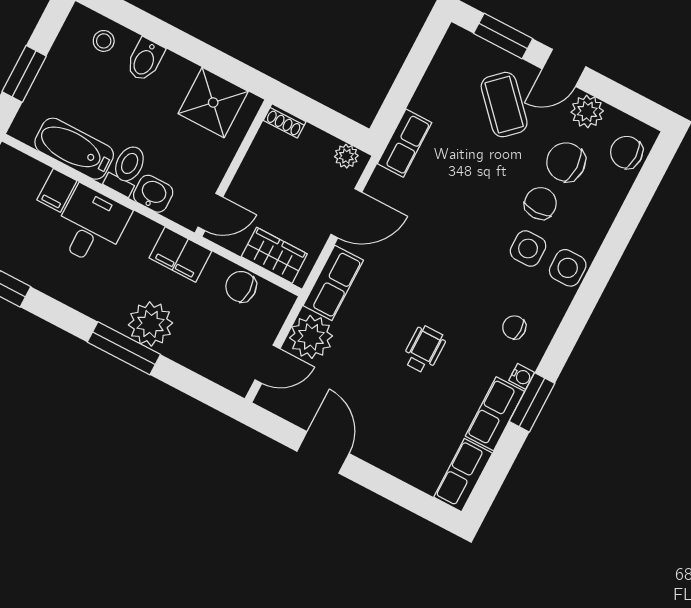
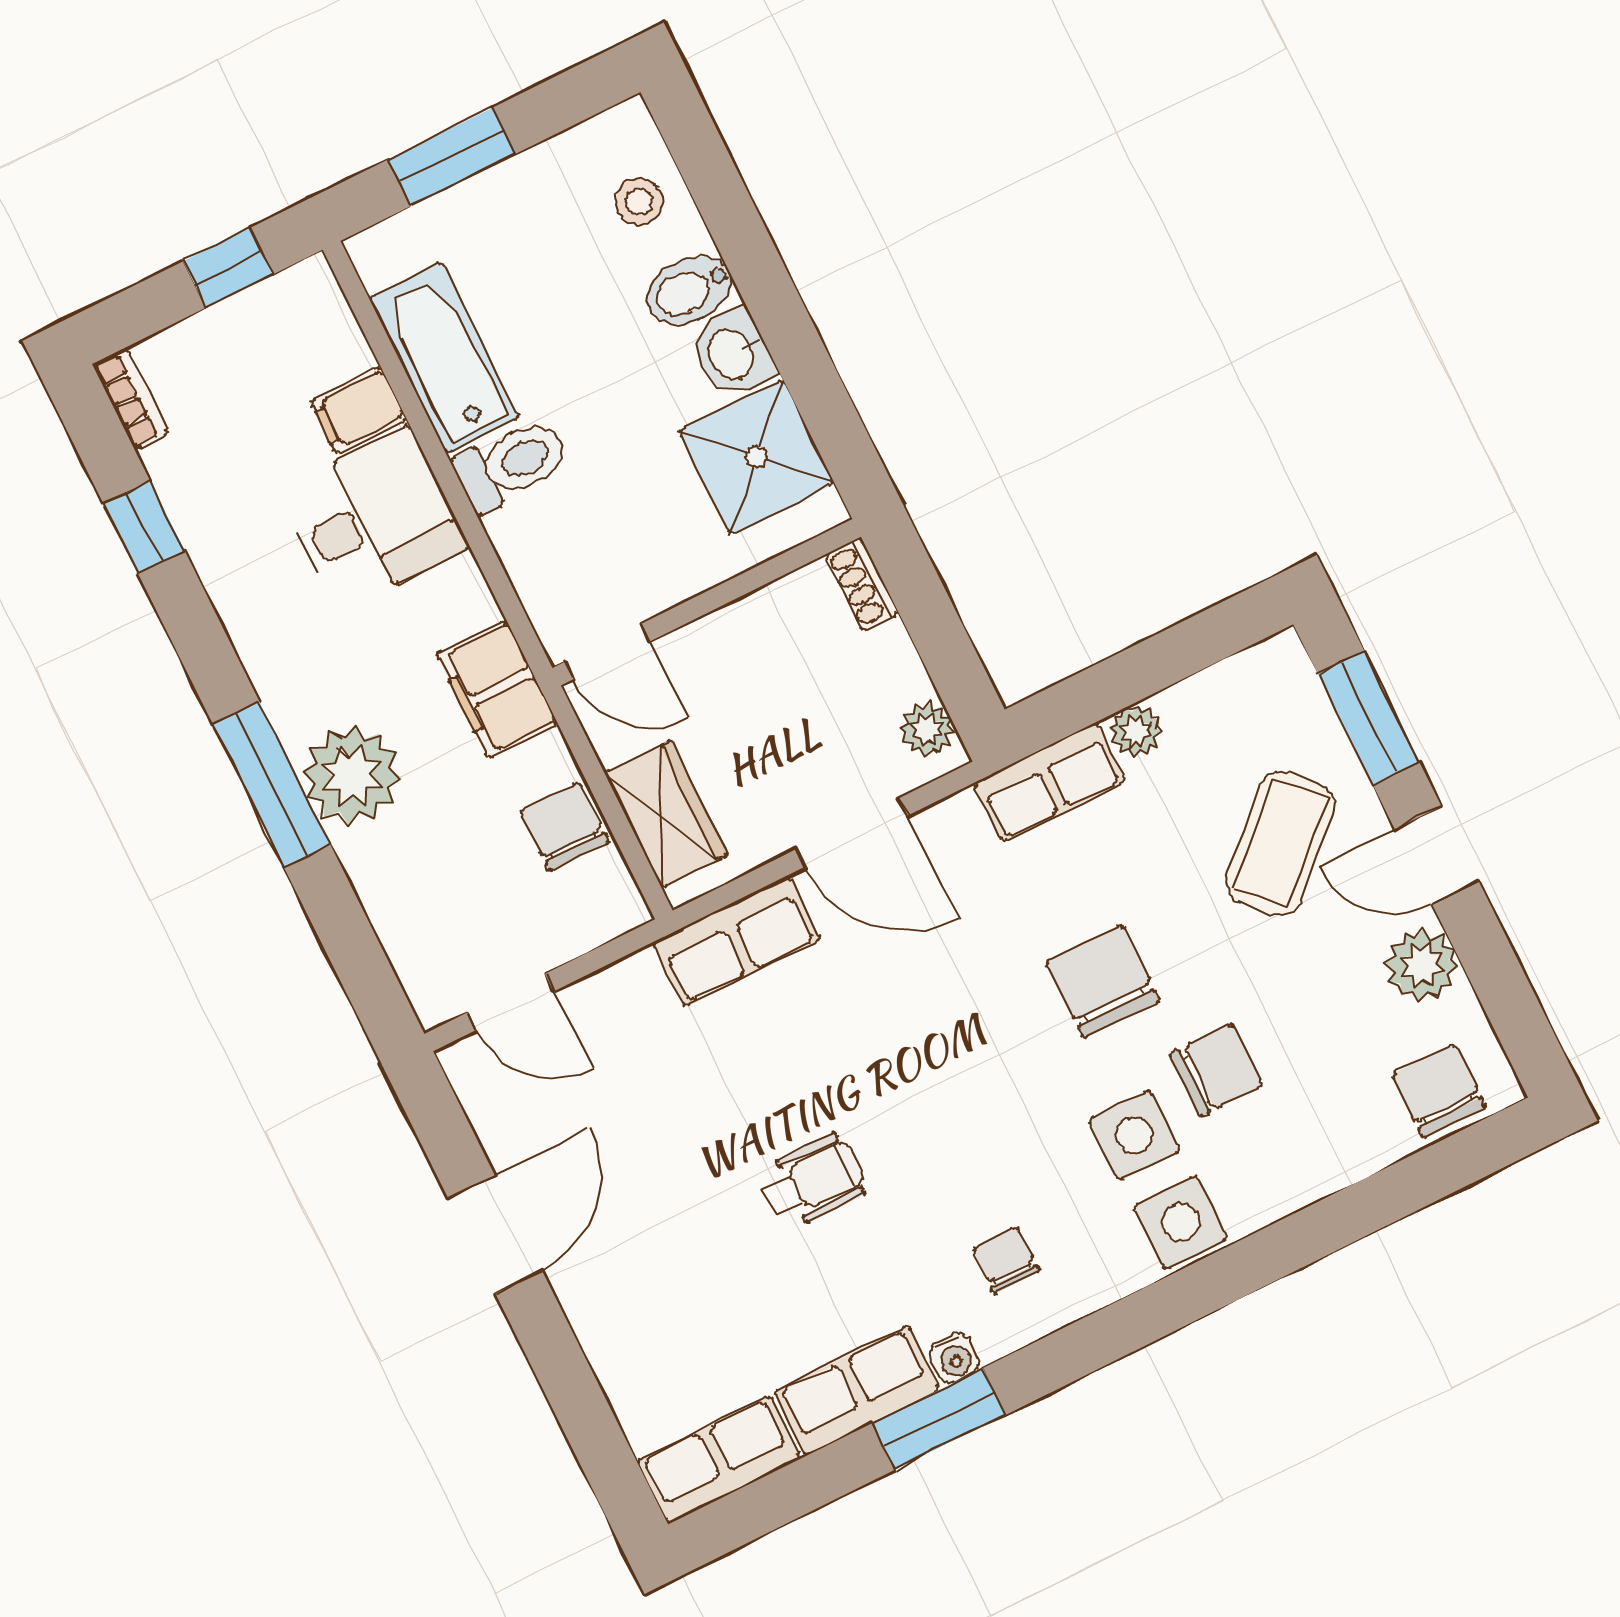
chair: (566, 162) -> (1103, 981), moved
washbasin: (153, 194) -> (733, 353), moved, turned 180
plant: (311, 337) -> (1136, 731), moved, width x0.53, depth x0.53

